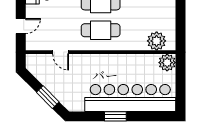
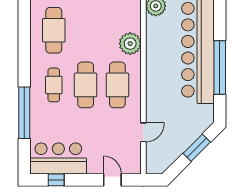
plant: (157, 41) -> (130, 44), moved
window: (115, 116) -> (220, 67), width x2.11

